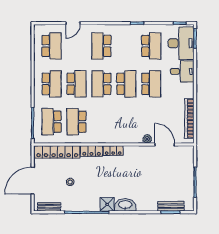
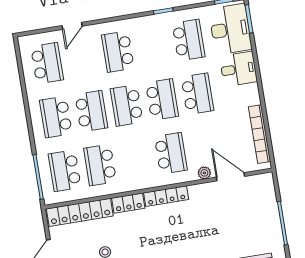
school desk: (52, 84) -> (56, 117), turned 180
school desk: (126, 122) -> (171, 153), added
locker: (113, 151) -> (166, 196), width x1.53

